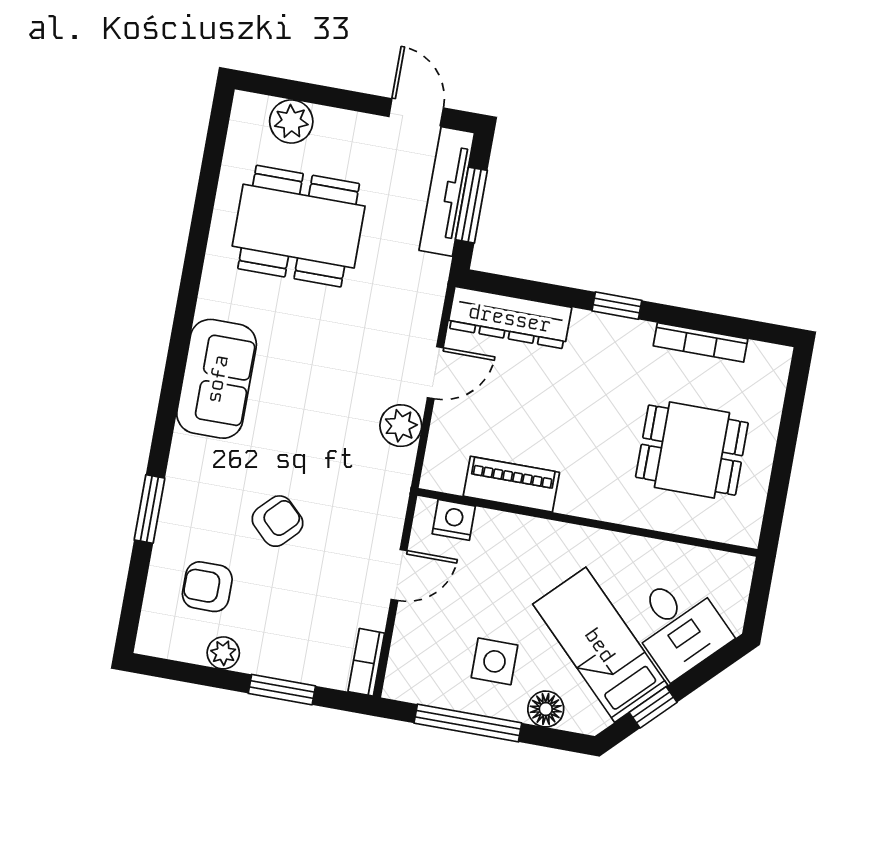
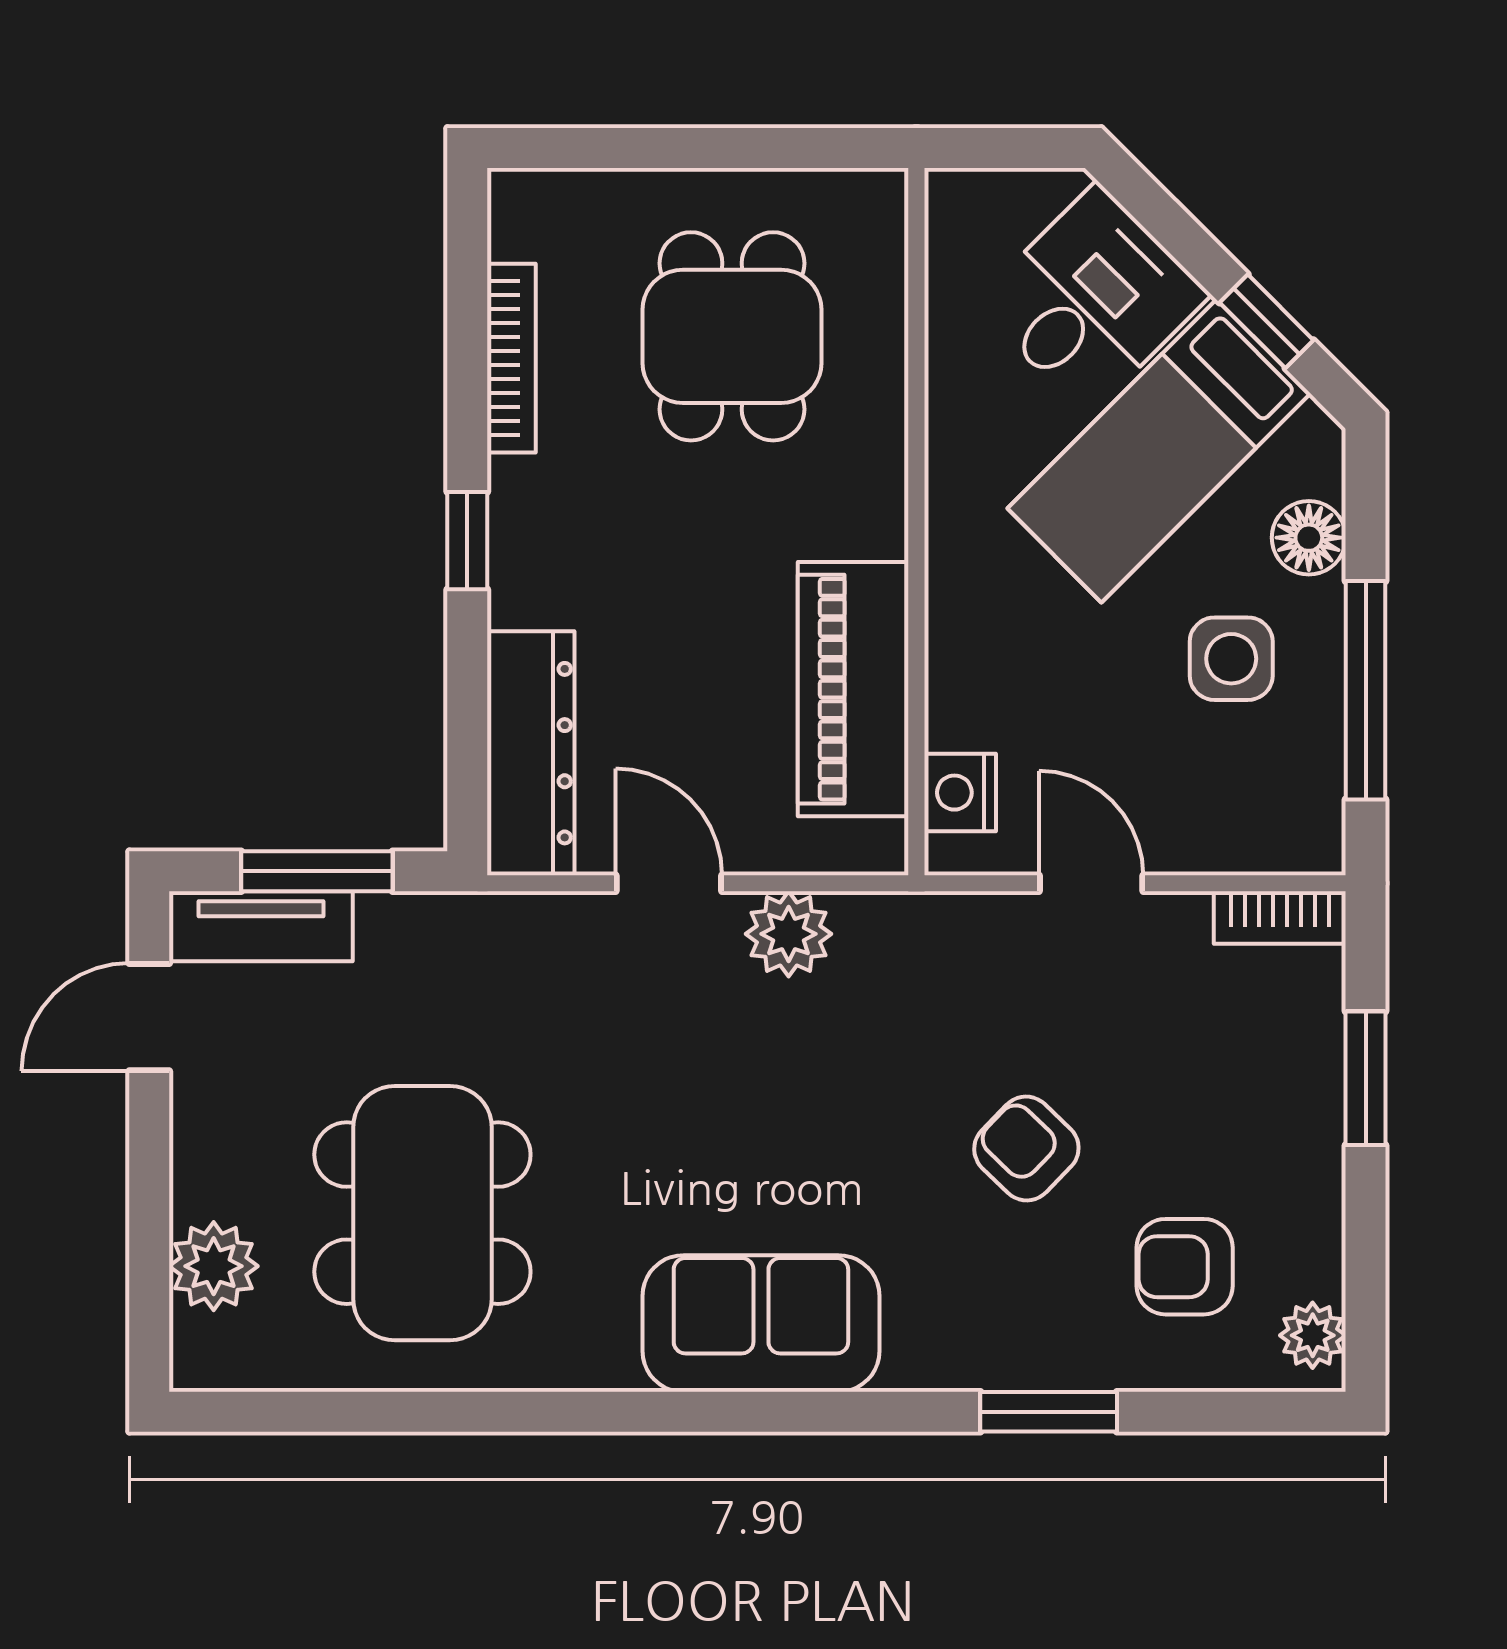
tv unit: (447, 191) -> (261, 926), width x0.71
piano: (511, 484) -> (853, 689), width x1.37, depth x1.33
armchair: (207, 587) -> (1185, 1267), turned 90
plant: (223, 653) -> (1313, 1335), moved

